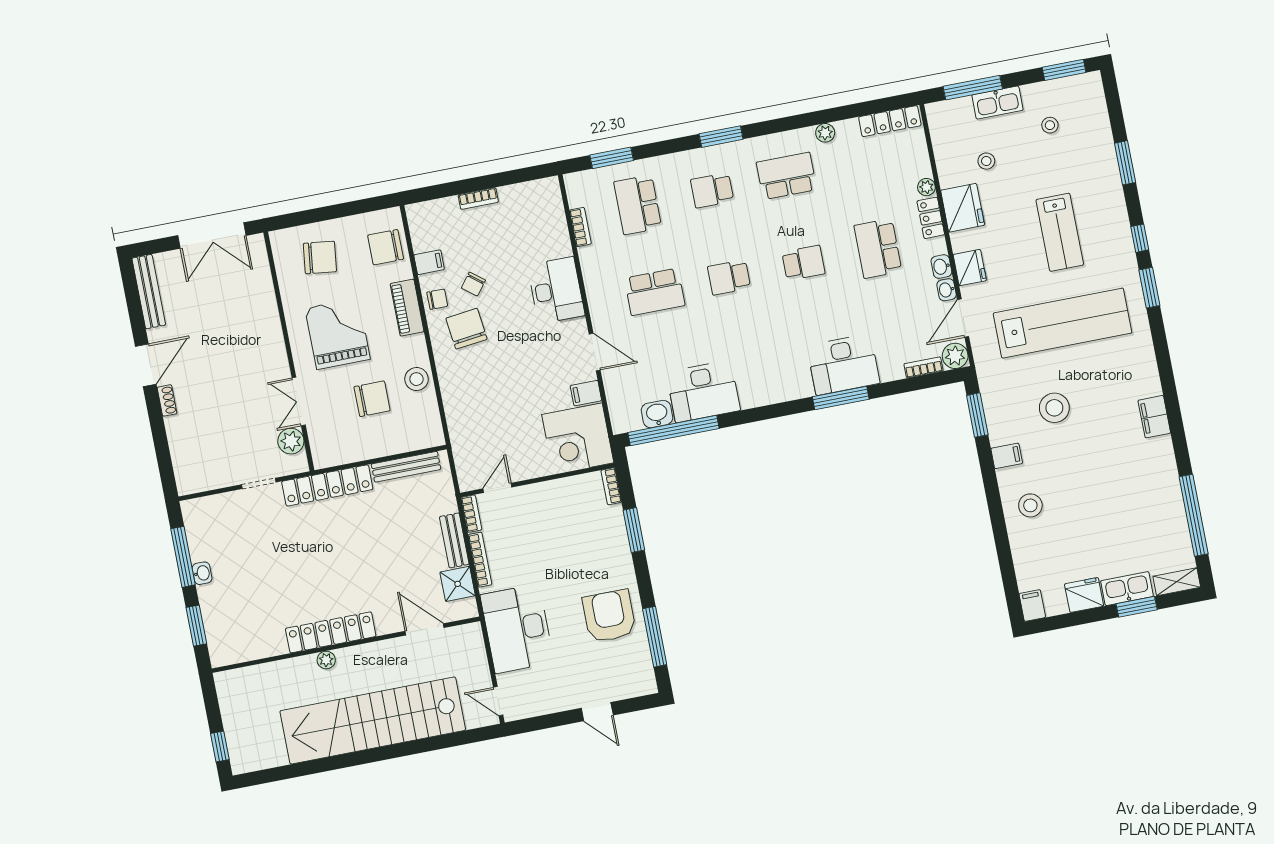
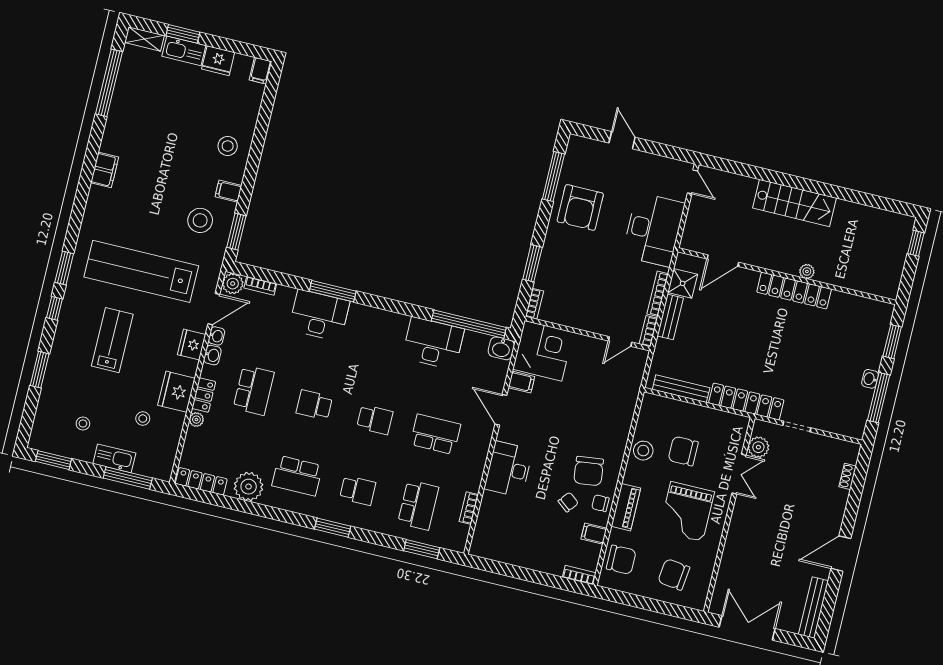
plant: (825, 133) -> (249, 487), width x1.88, depth x1.88
bookcase: (478, 198) -> (579, 575), moved
shoe rack: (167, 400) -> (848, 476), moved
stool: (1054, 408) -> (200, 220), moved
washbasin: (657, 414) -> (501, 348), moved
door: (425, 629) -> (723, 261), hinge flipped
stairs: (373, 720) -> (795, 203), width x0.54, depth x0.66

